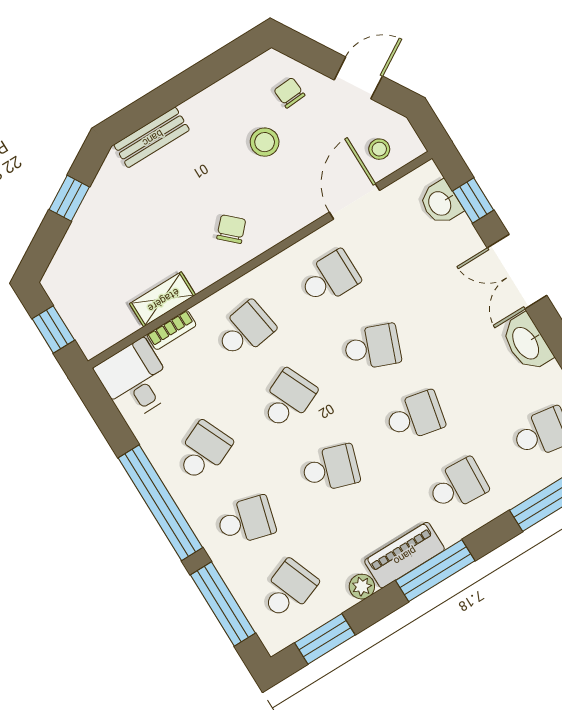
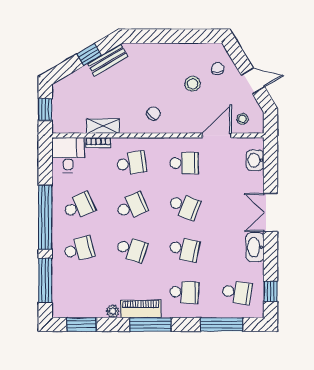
bench: (152, 137) -> (108, 60), moved, turned -30
window: (473, 200) -> (270, 168), removed
school desk: (246, 521) -> (79, 249), turned -30
school desk: (289, 590) -> (79, 292), removed

